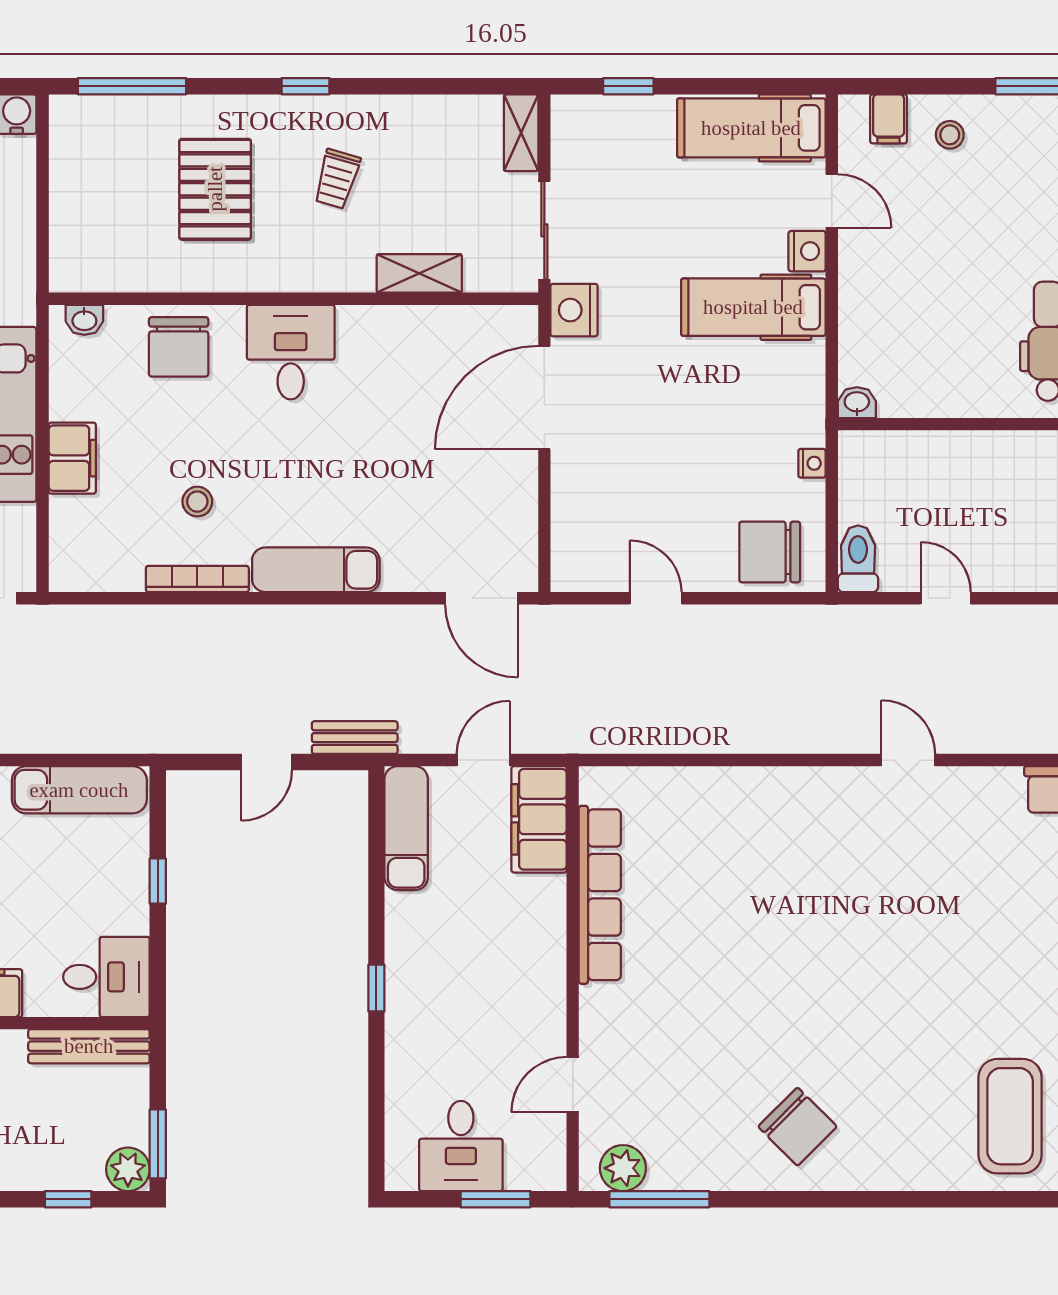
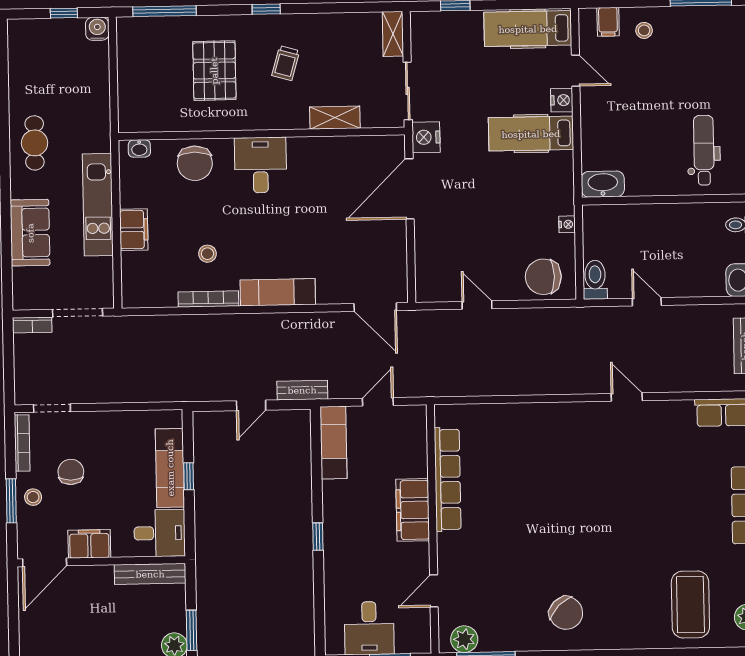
washbasin: (857, 403) -> (603, 184), width x1.91, depth x1.45
exam couch: (79, 790) -> (170, 468), moved, turned 90
filing cabinet: (539, 819) -> (413, 510), moved

